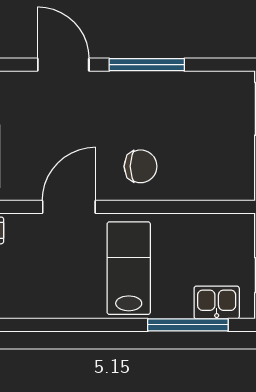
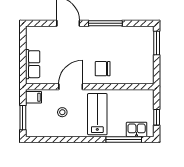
chair: (141, 166) -> (103, 69), turned 180
stool: (50, 264) -> (62, 112), added

